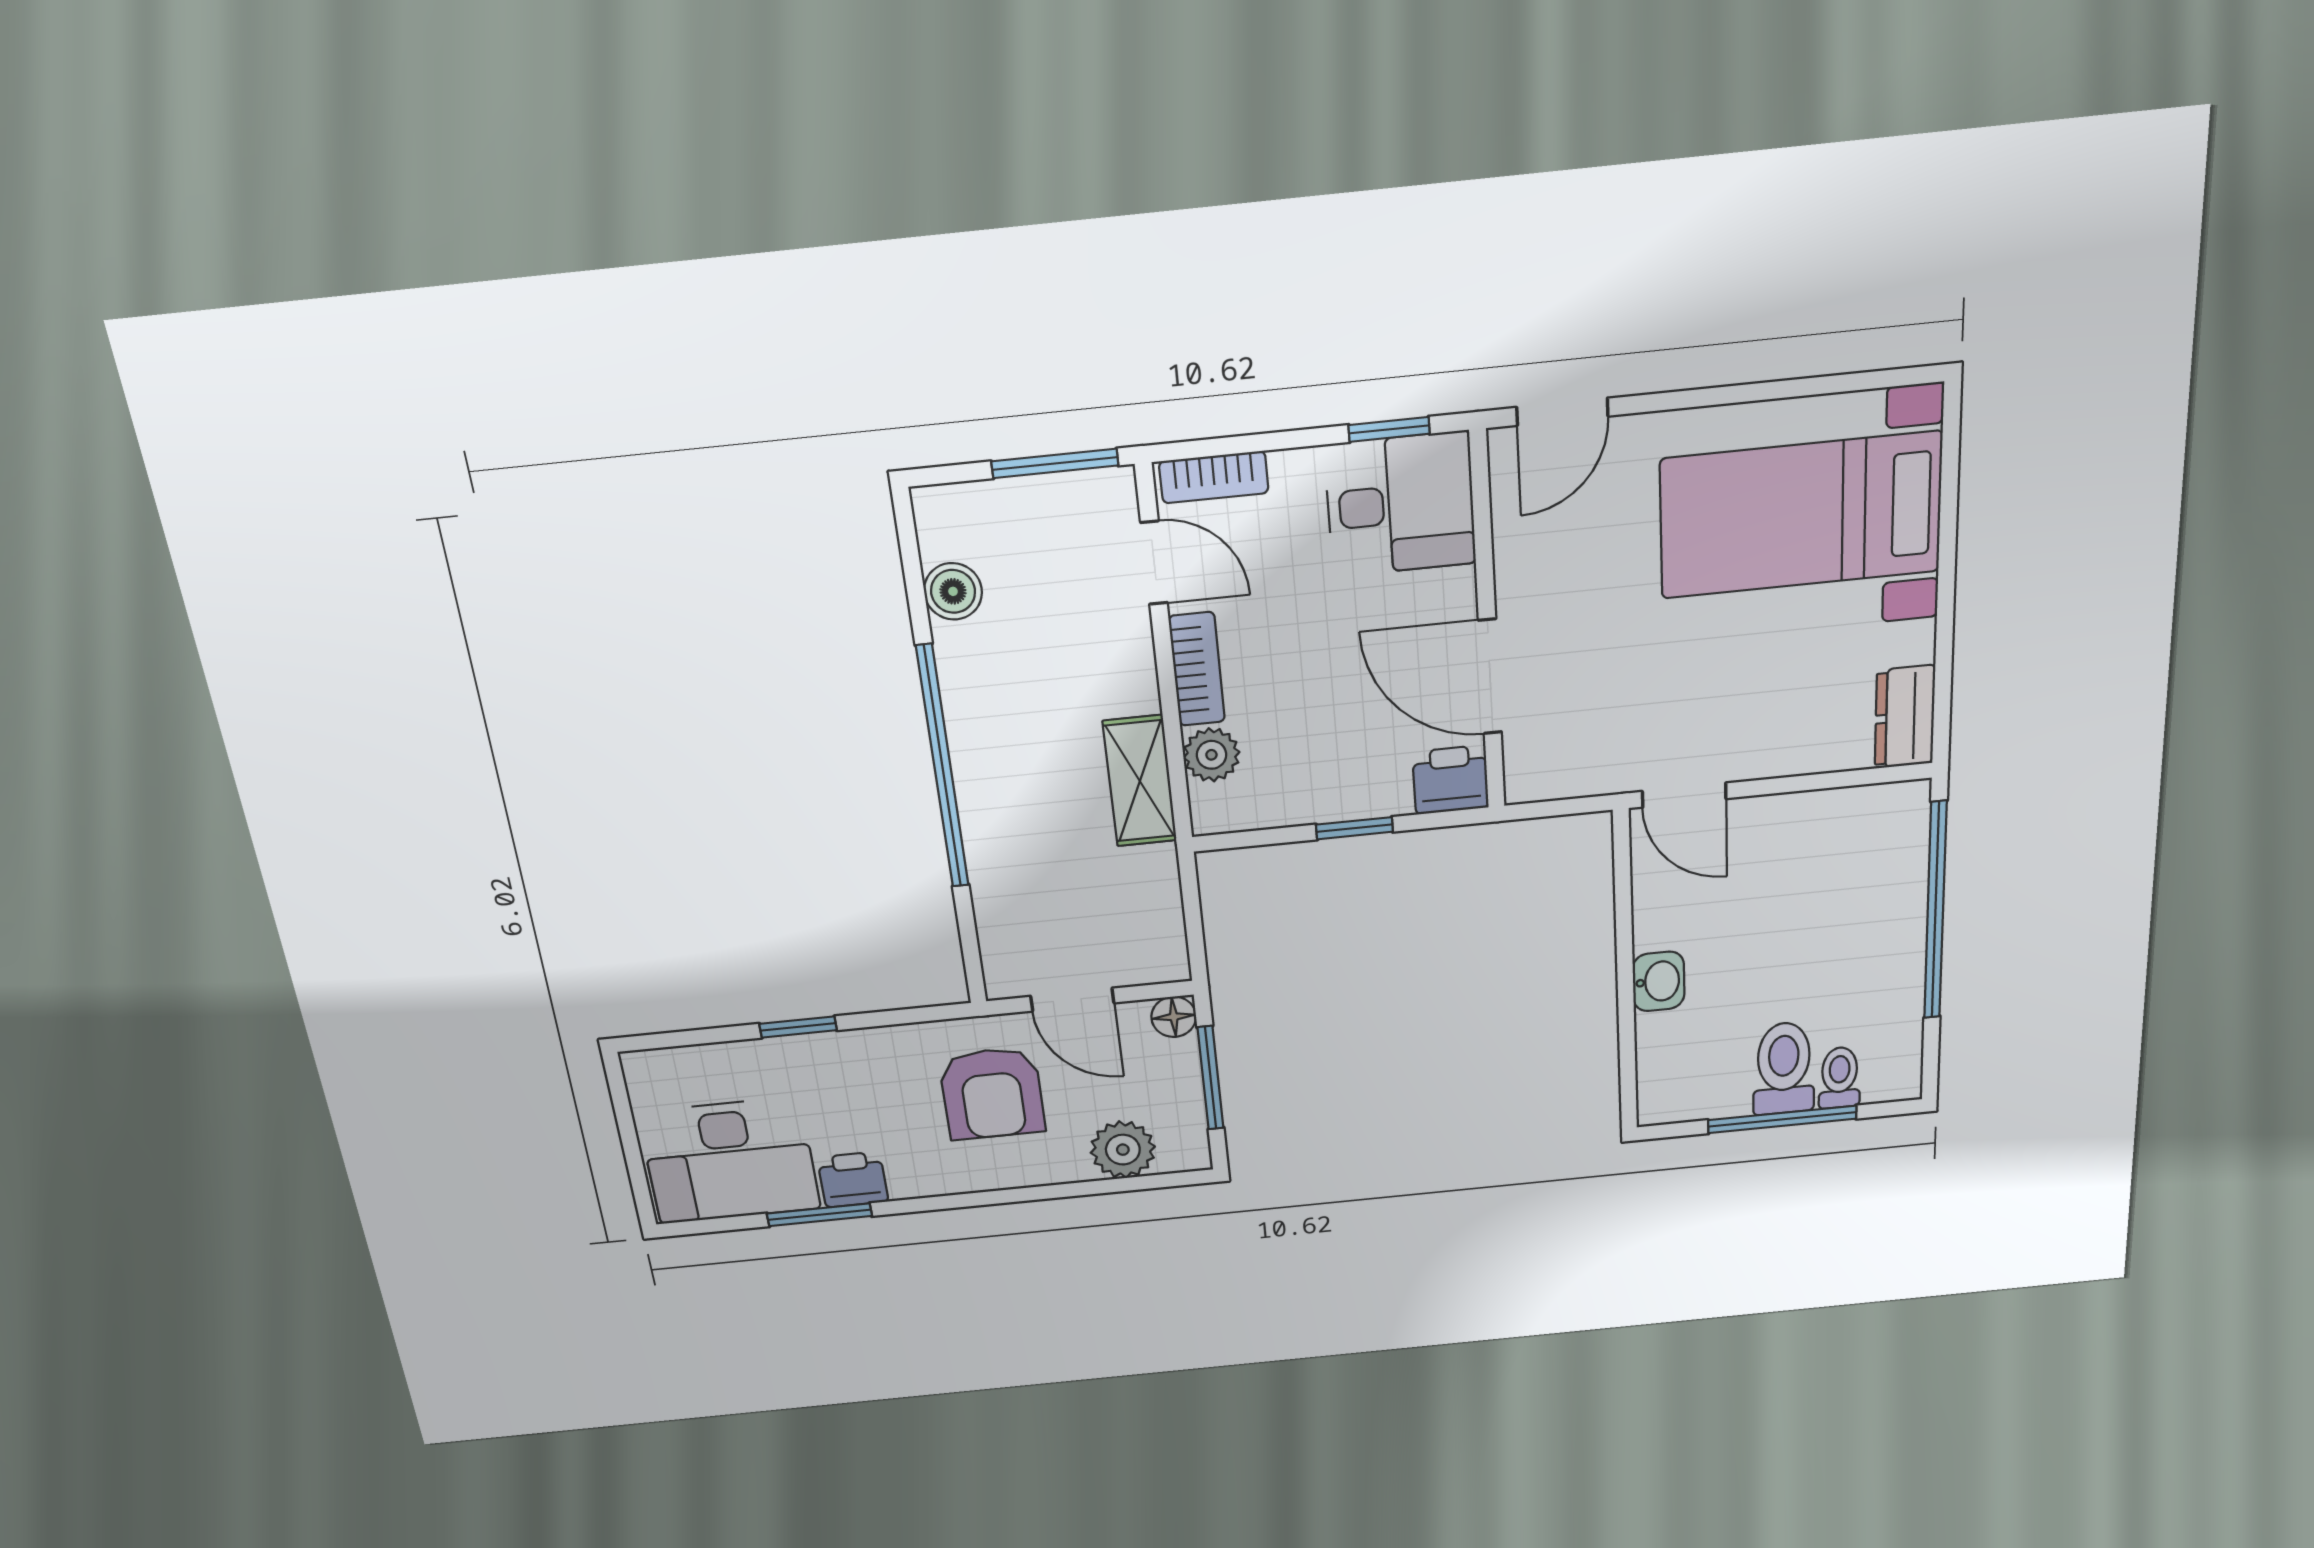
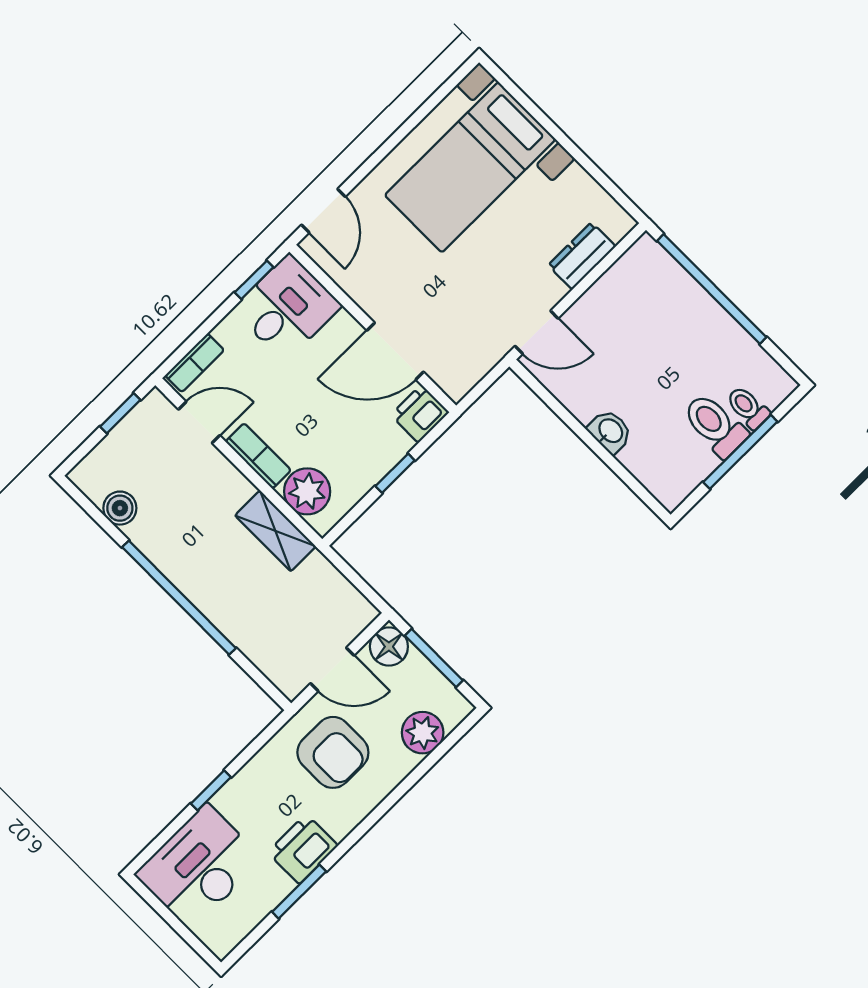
window: (1055, 463) -> (120, 413), width x0.67
dresser: (1905, 717) -> (582, 256), moved, turned 90
plant: (1211, 755) -> (307, 491), width x1.38, depth x1.38
floor lamp: (1174, 1017) -> (389, 647), width x1.37, depth x1.37
desk: (730, 1161) -> (199, 867), moved, turned 180
printer: (853, 1180) -> (303, 849), width x1.36, depth x1.24

